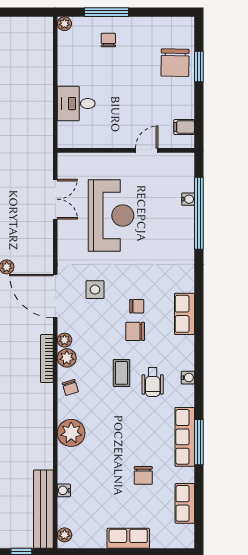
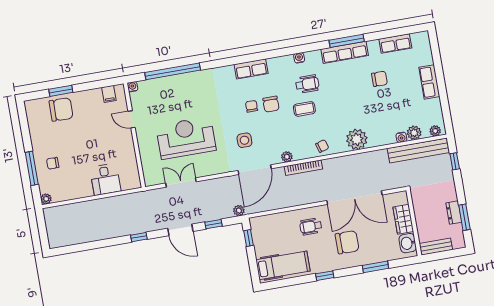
water cooler: (188, 199) -> (133, 87), moved
plant: (67, 358) -> (414, 133), moved

